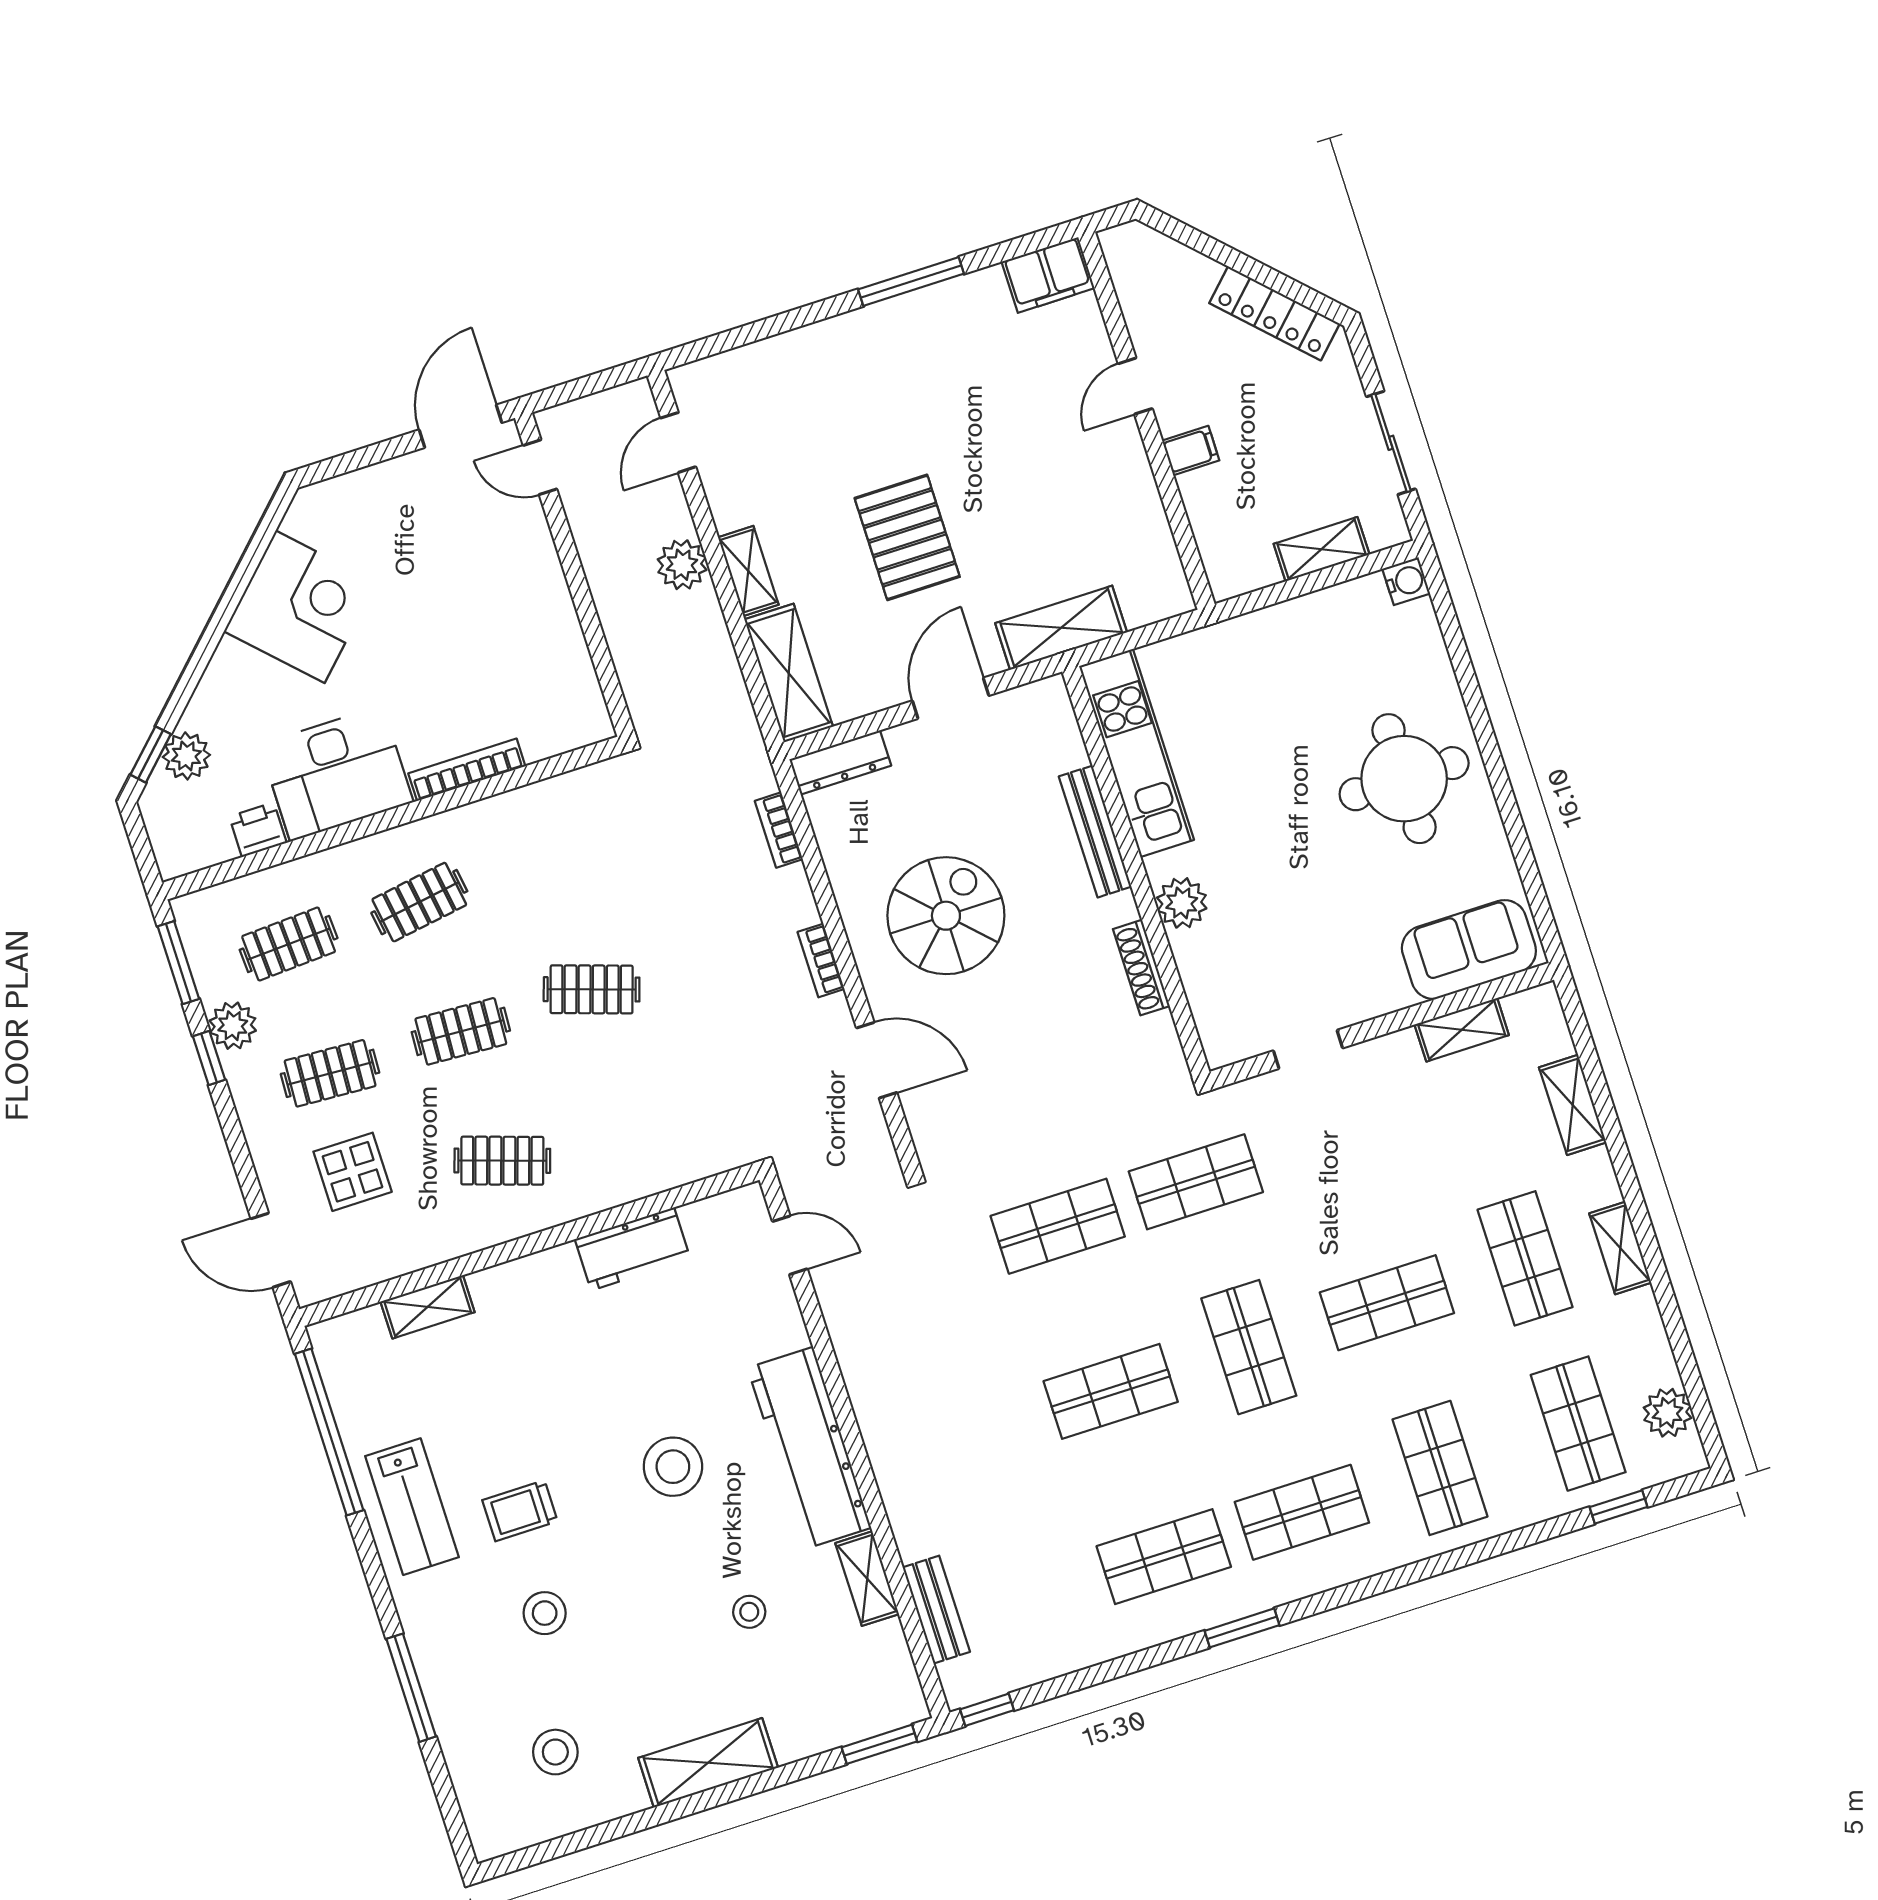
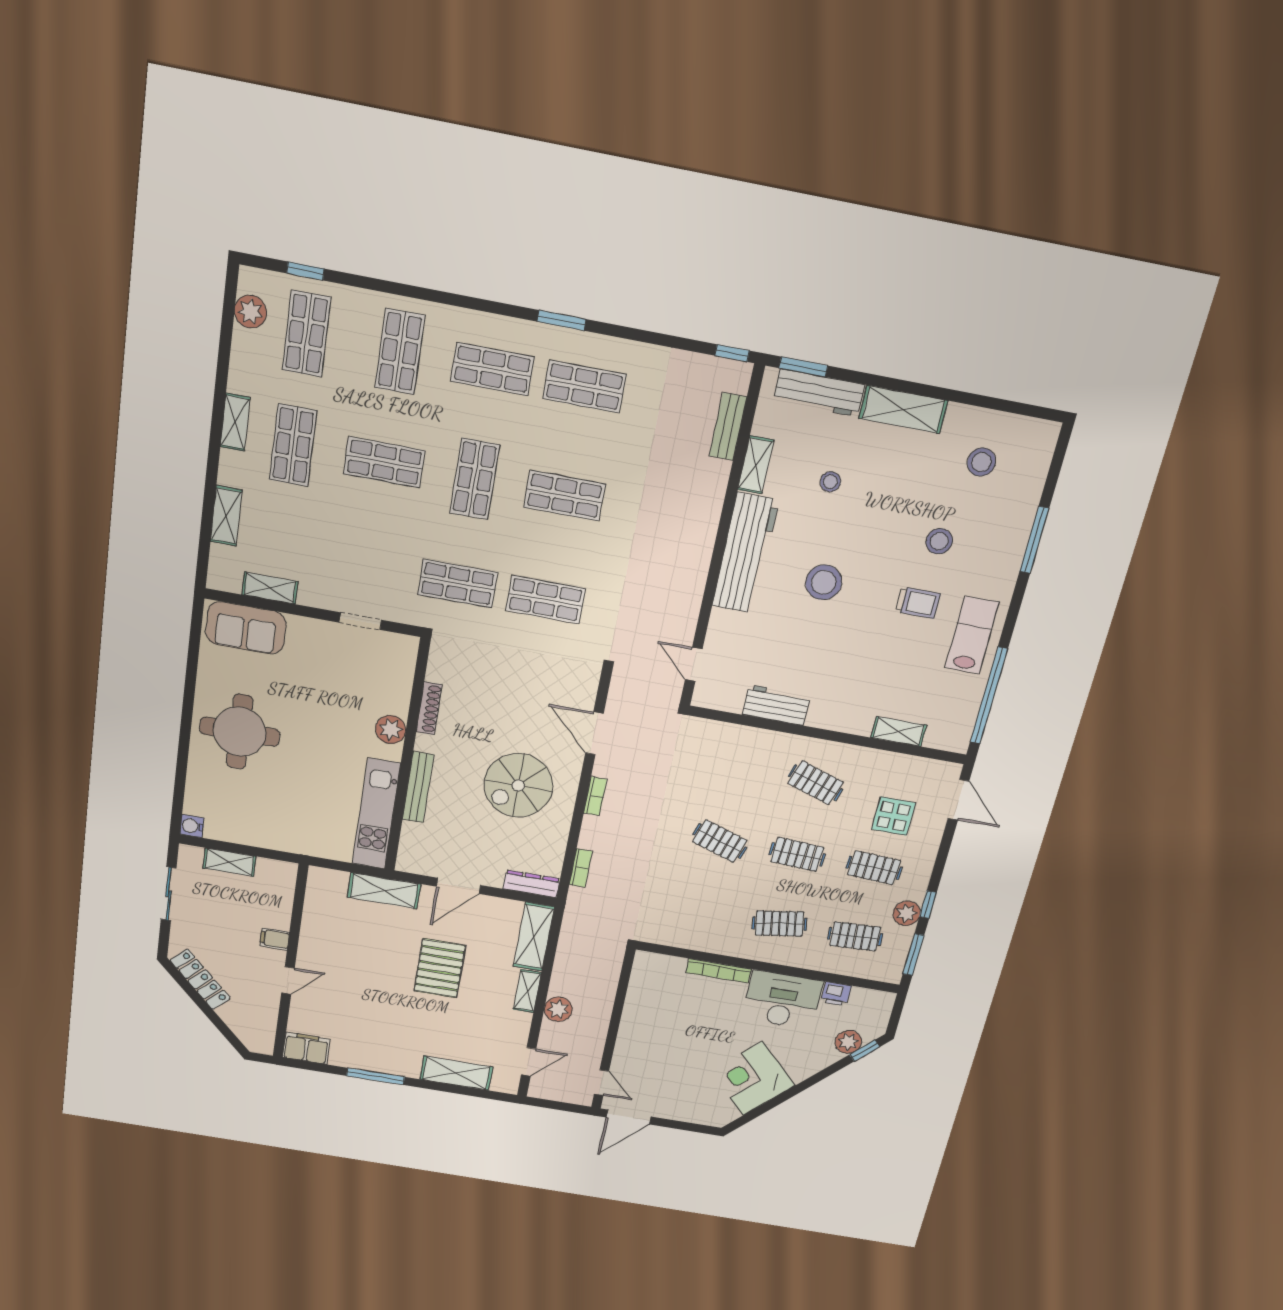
shelving: (784, 358) -> (456, 1073), added
workbench: (838, 1722) -> (819, 393), added

